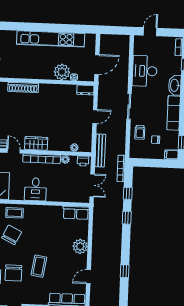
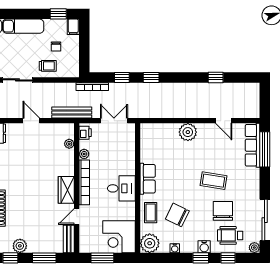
row of seats: (76, 213) -> (148, 179), moved
chair: (13, 273) -> (223, 211), turned -90

